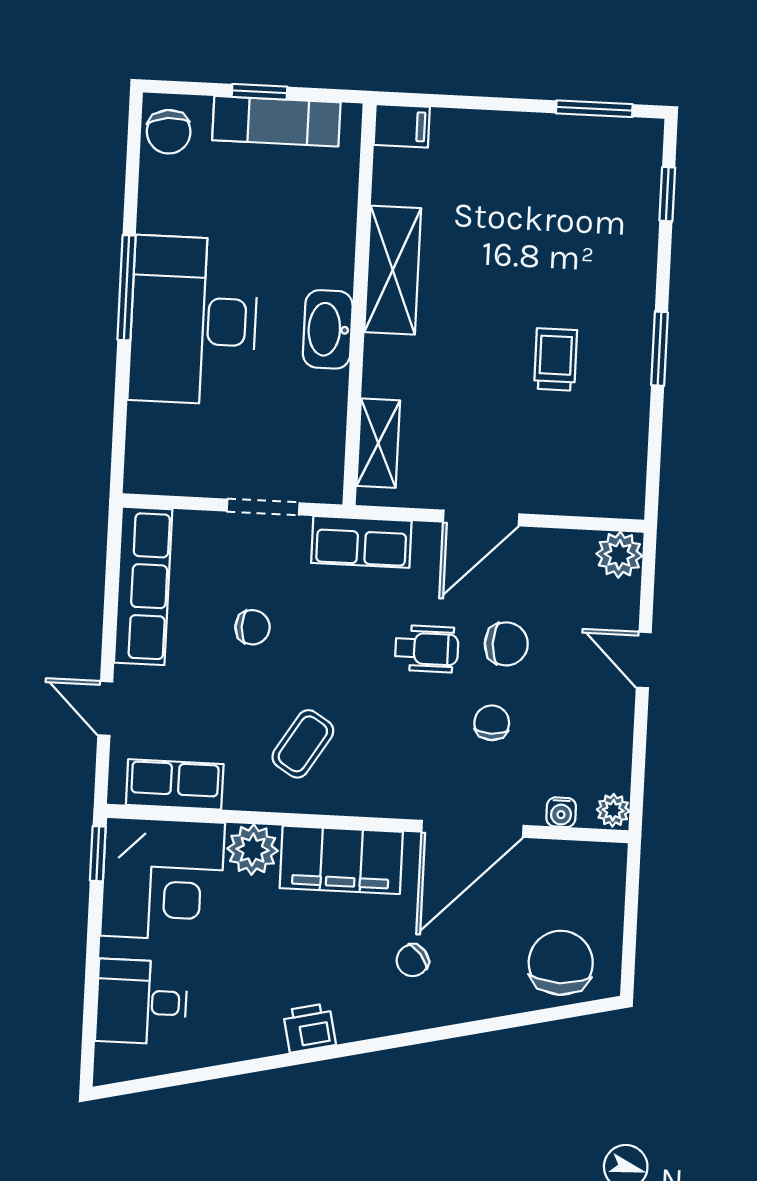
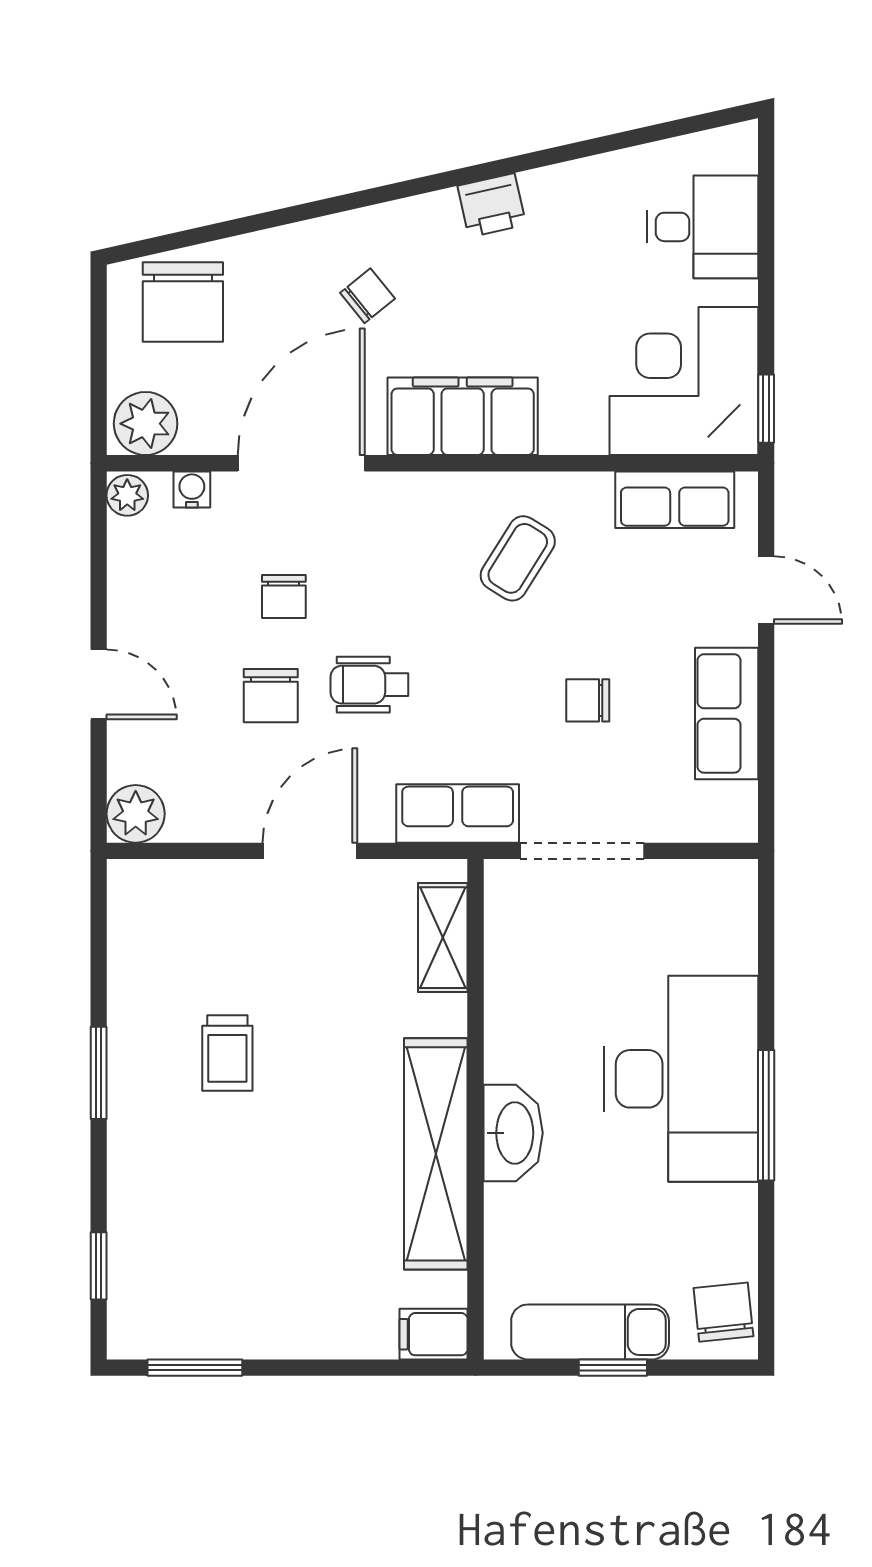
shelving: (393, 270) -> (436, 1154), width x1.47
washbasin: (328, 329) -> (513, 1133), moved
doorway: (263, 507) -> (582, 851), width x1.38
row of seats: (143, 586) -> (727, 713), width x0.68
chair: (506, 644) -> (271, 696), turned -90
plant: (253, 850) -> (146, 424), moved

